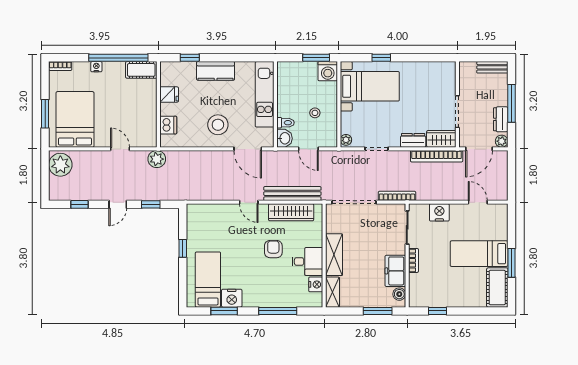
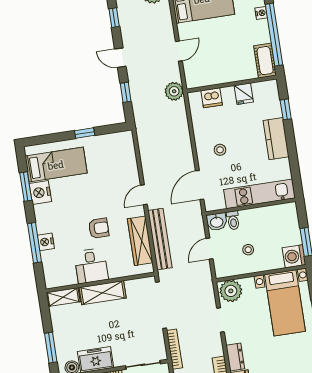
stool: (218, 125) -> (220, 150), width x0.53, depth x0.53
plant: (346, 140) -> (231, 291), width x1.87, depth x1.87
nightstand: (316, 284) -> (46, 242), moved, turned 90

